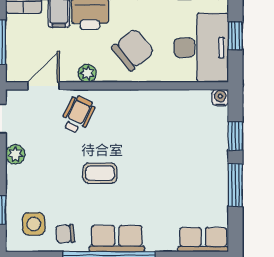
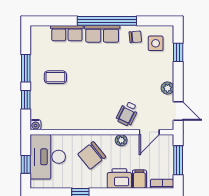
coffee table: (100, 173) -> (55, 77), moved
row of seats: (203, 240) -> (67, 33), moved

